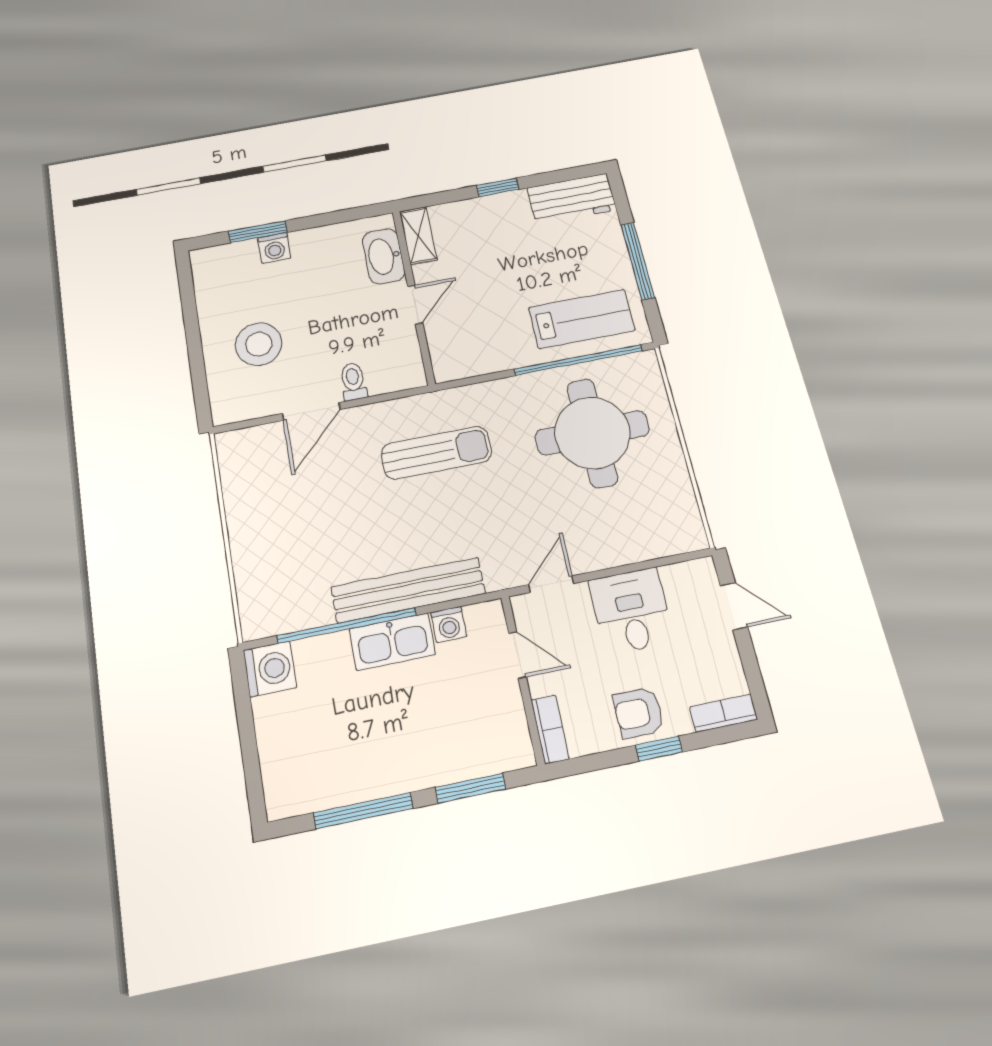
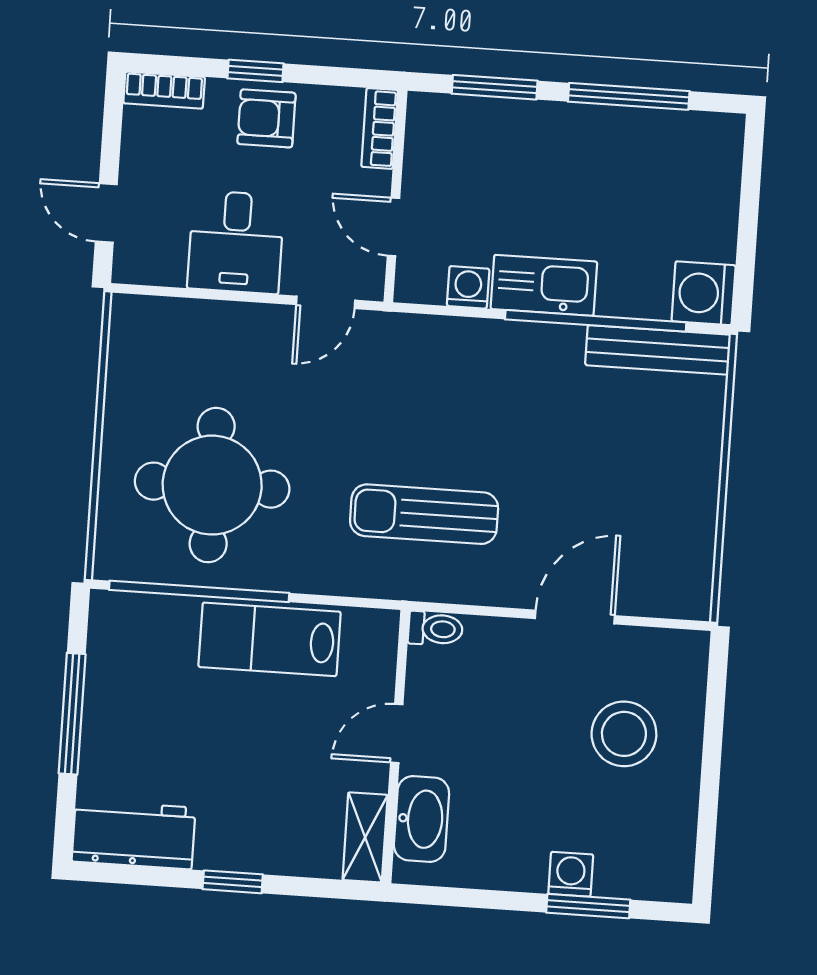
lab bench: (582, 319) -> (270, 639), moved
toilet: (353, 381) -> (435, 629), moved, turned -90
bench: (408, 590) -> (658, 350), moved, width x0.73, depth x0.82
armchair: (639, 713) -> (266, 118), turned 180

